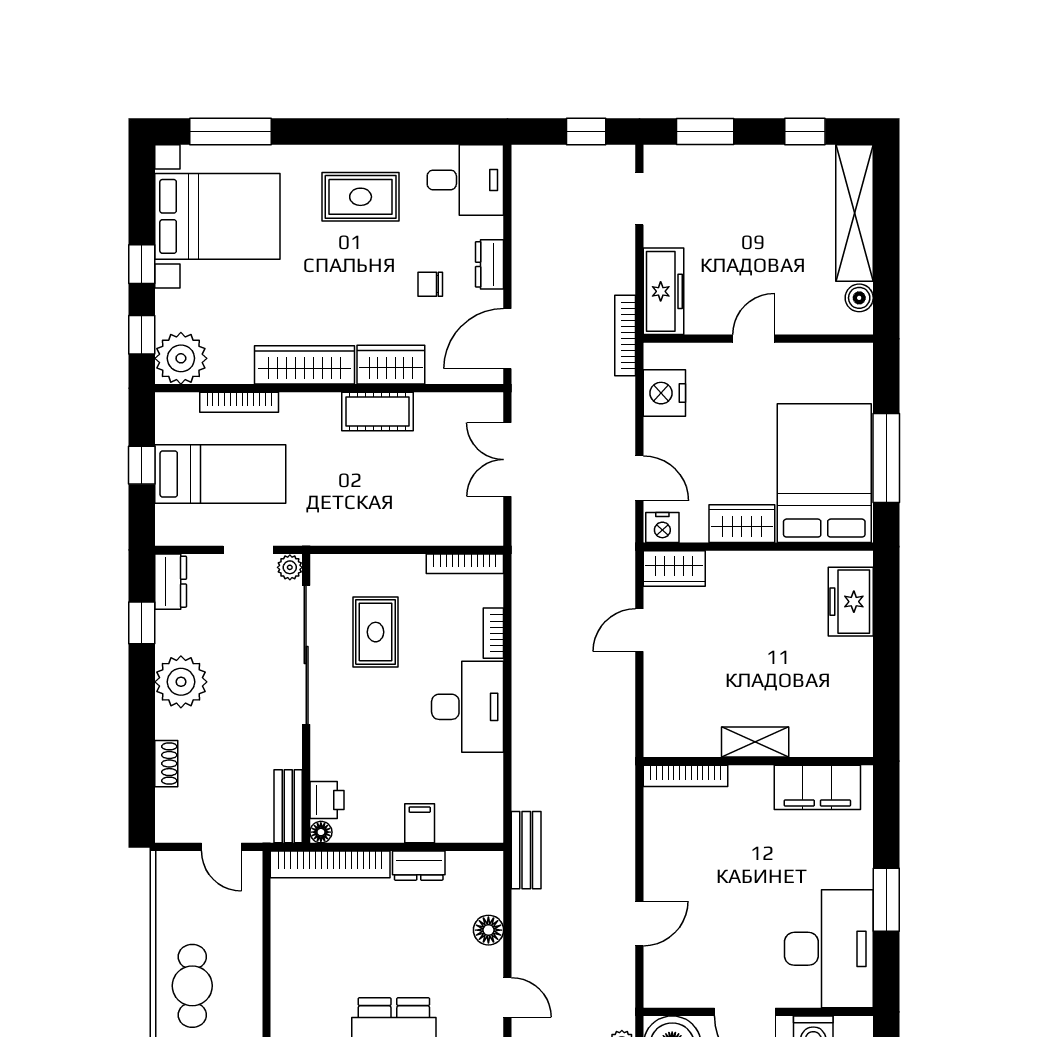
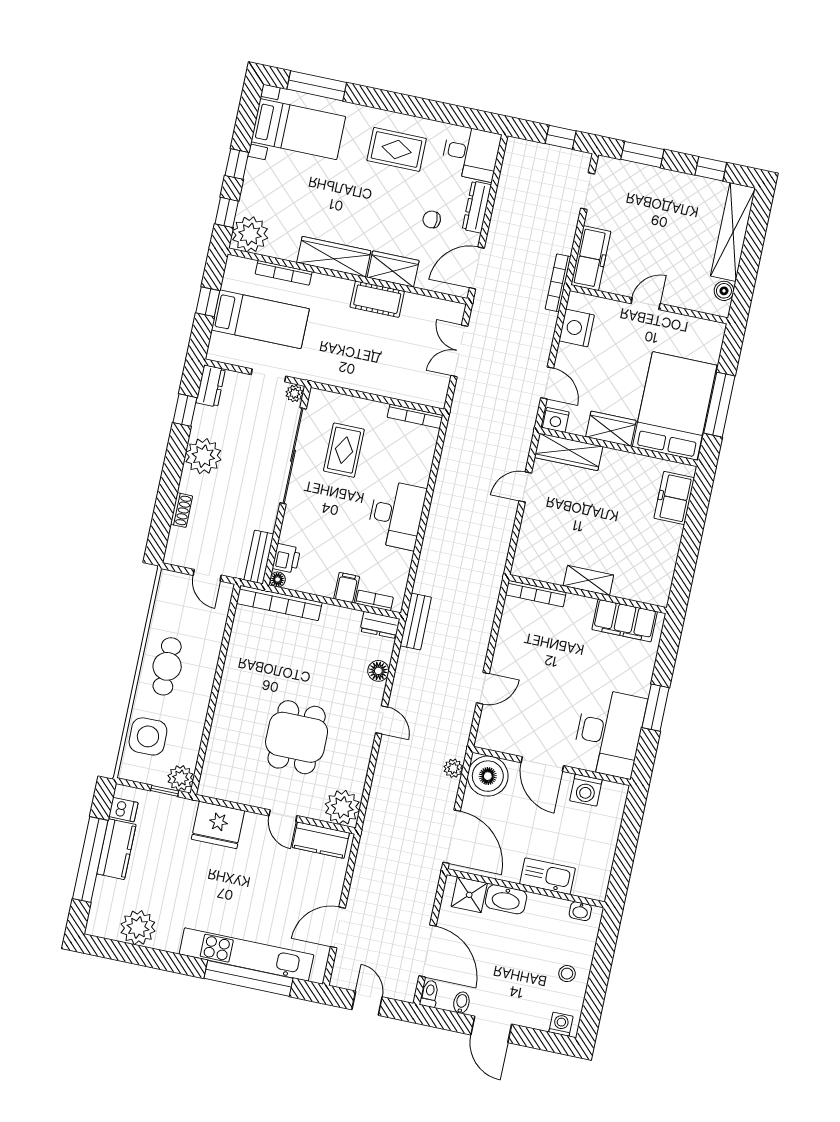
bed with nightstands: (217, 216) -> (298, 129), width x0.73
dresser: (490, 264) -> (477, 207), width x1.44
wardrobe: (674, 568) -> (569, 452), width x1.50
bookcase: (493, 633) -> (374, 600), moved, turned 90
dresser: (419, 866) -> (380, 625), moved

